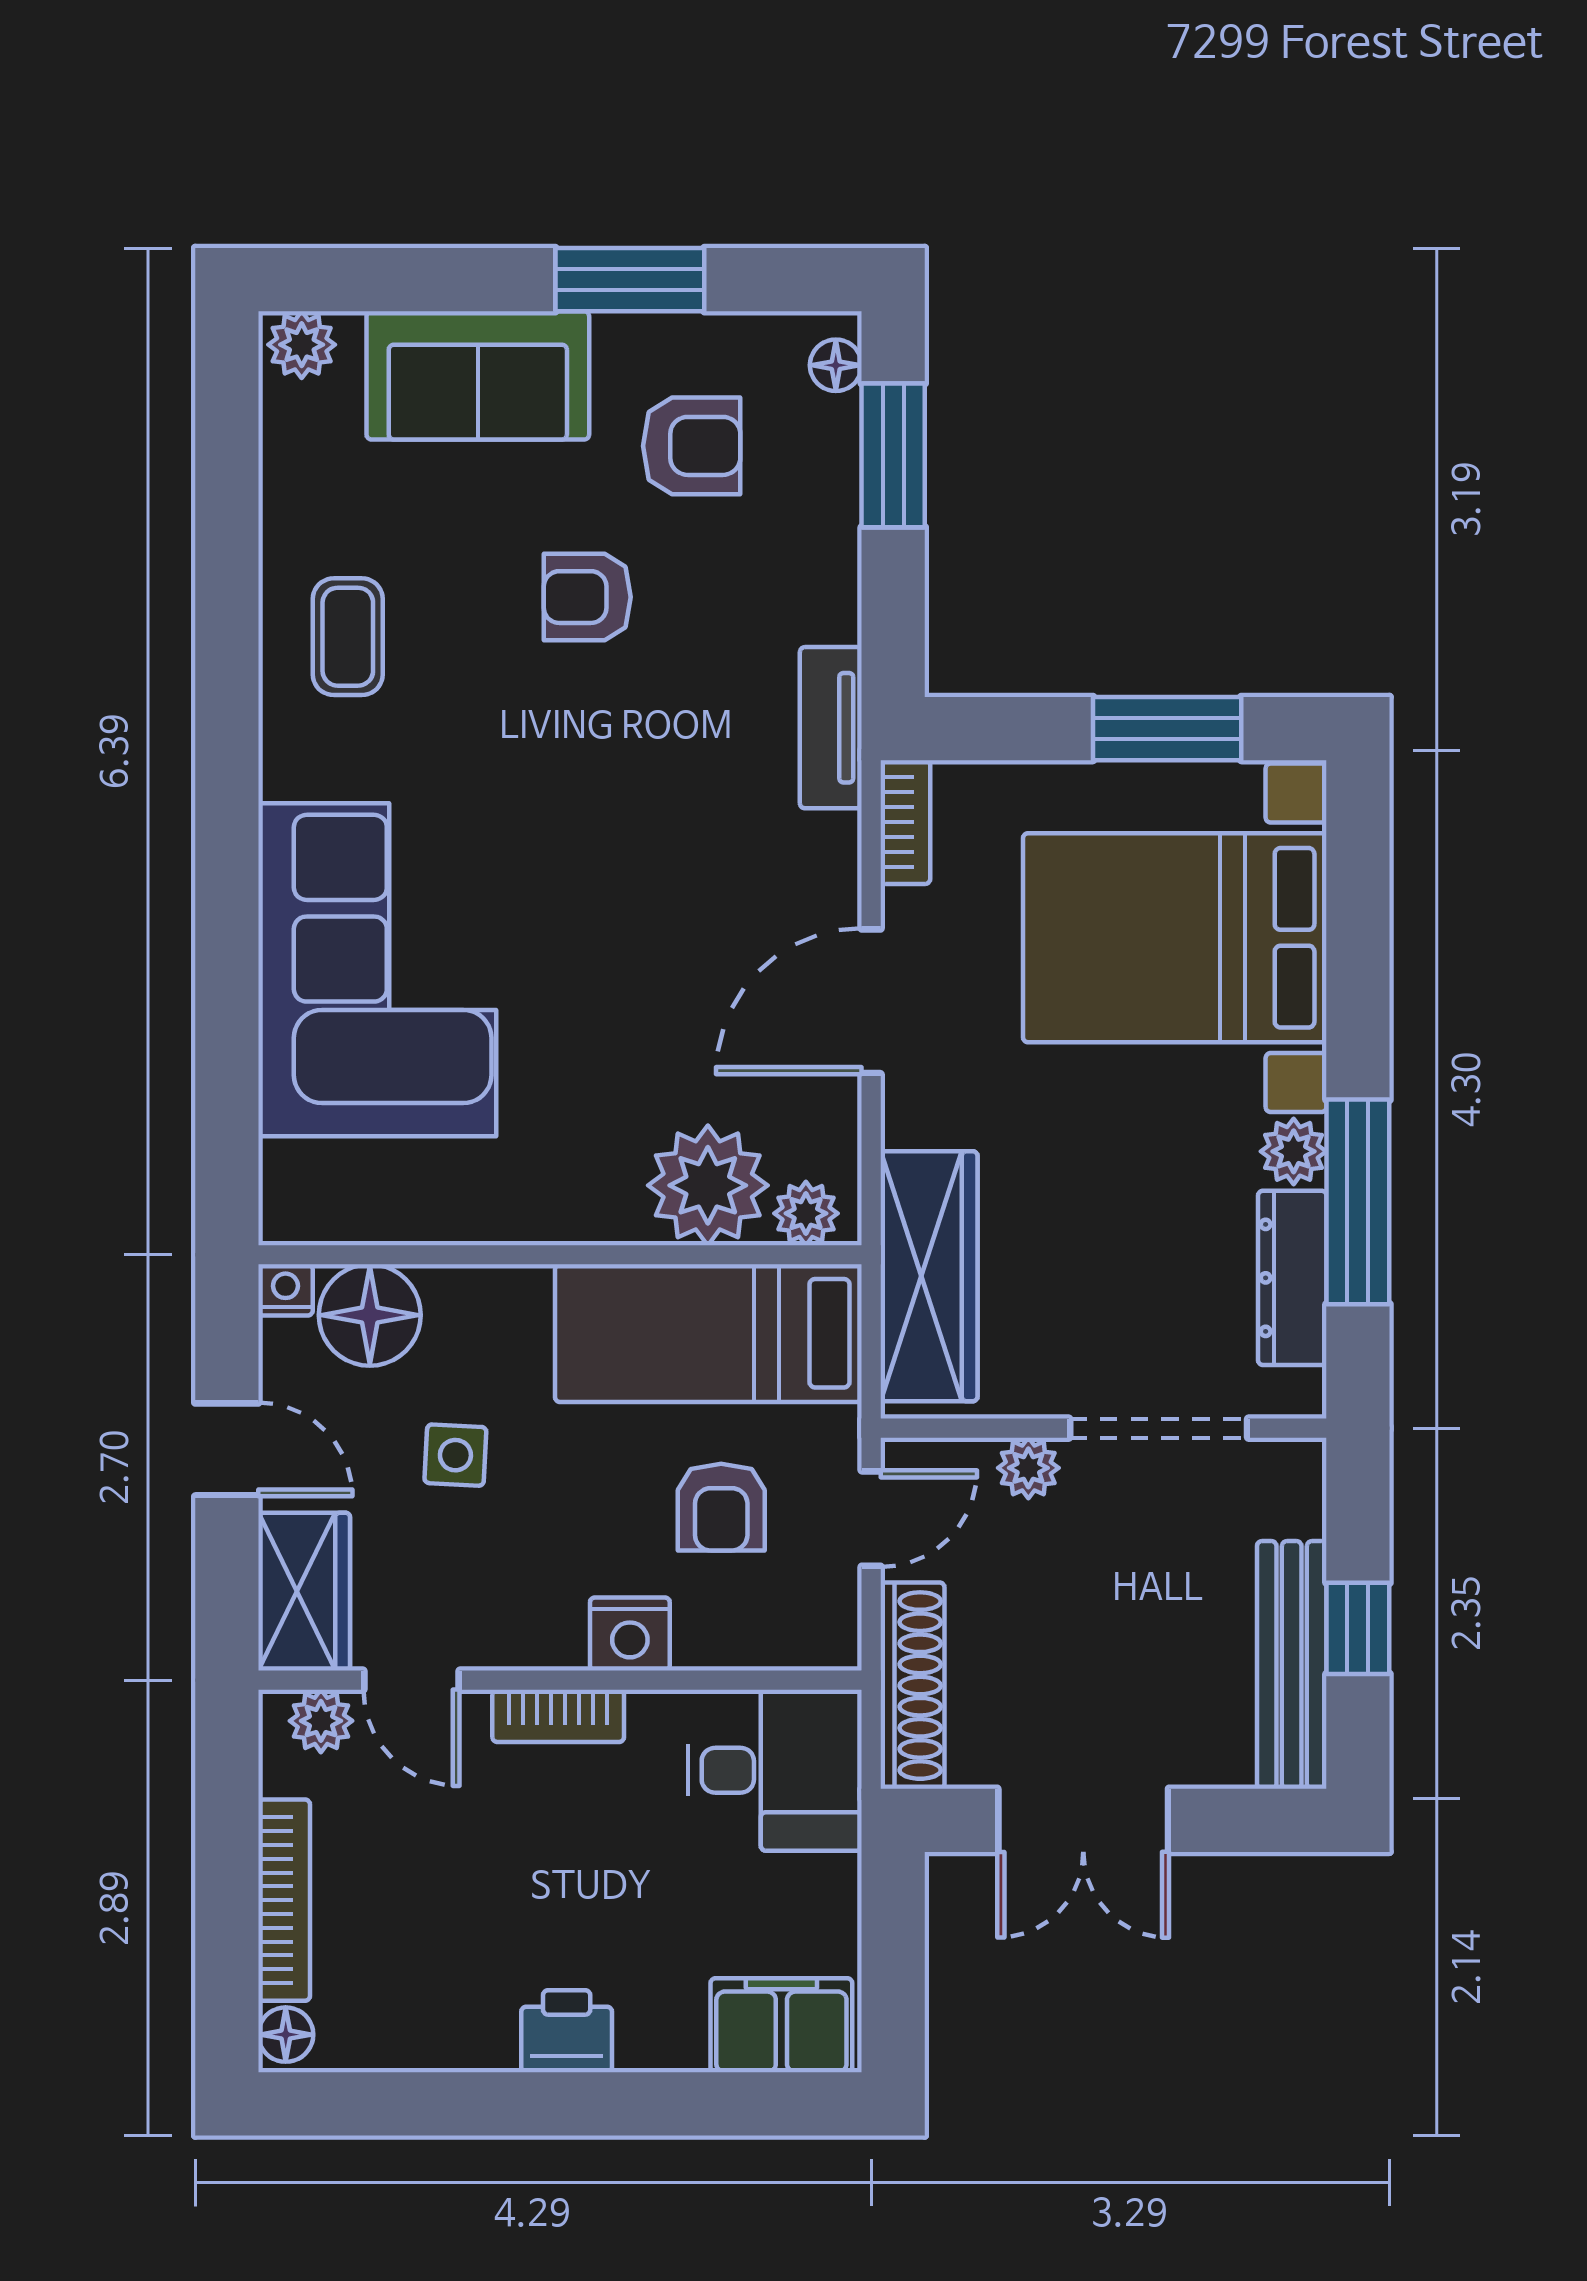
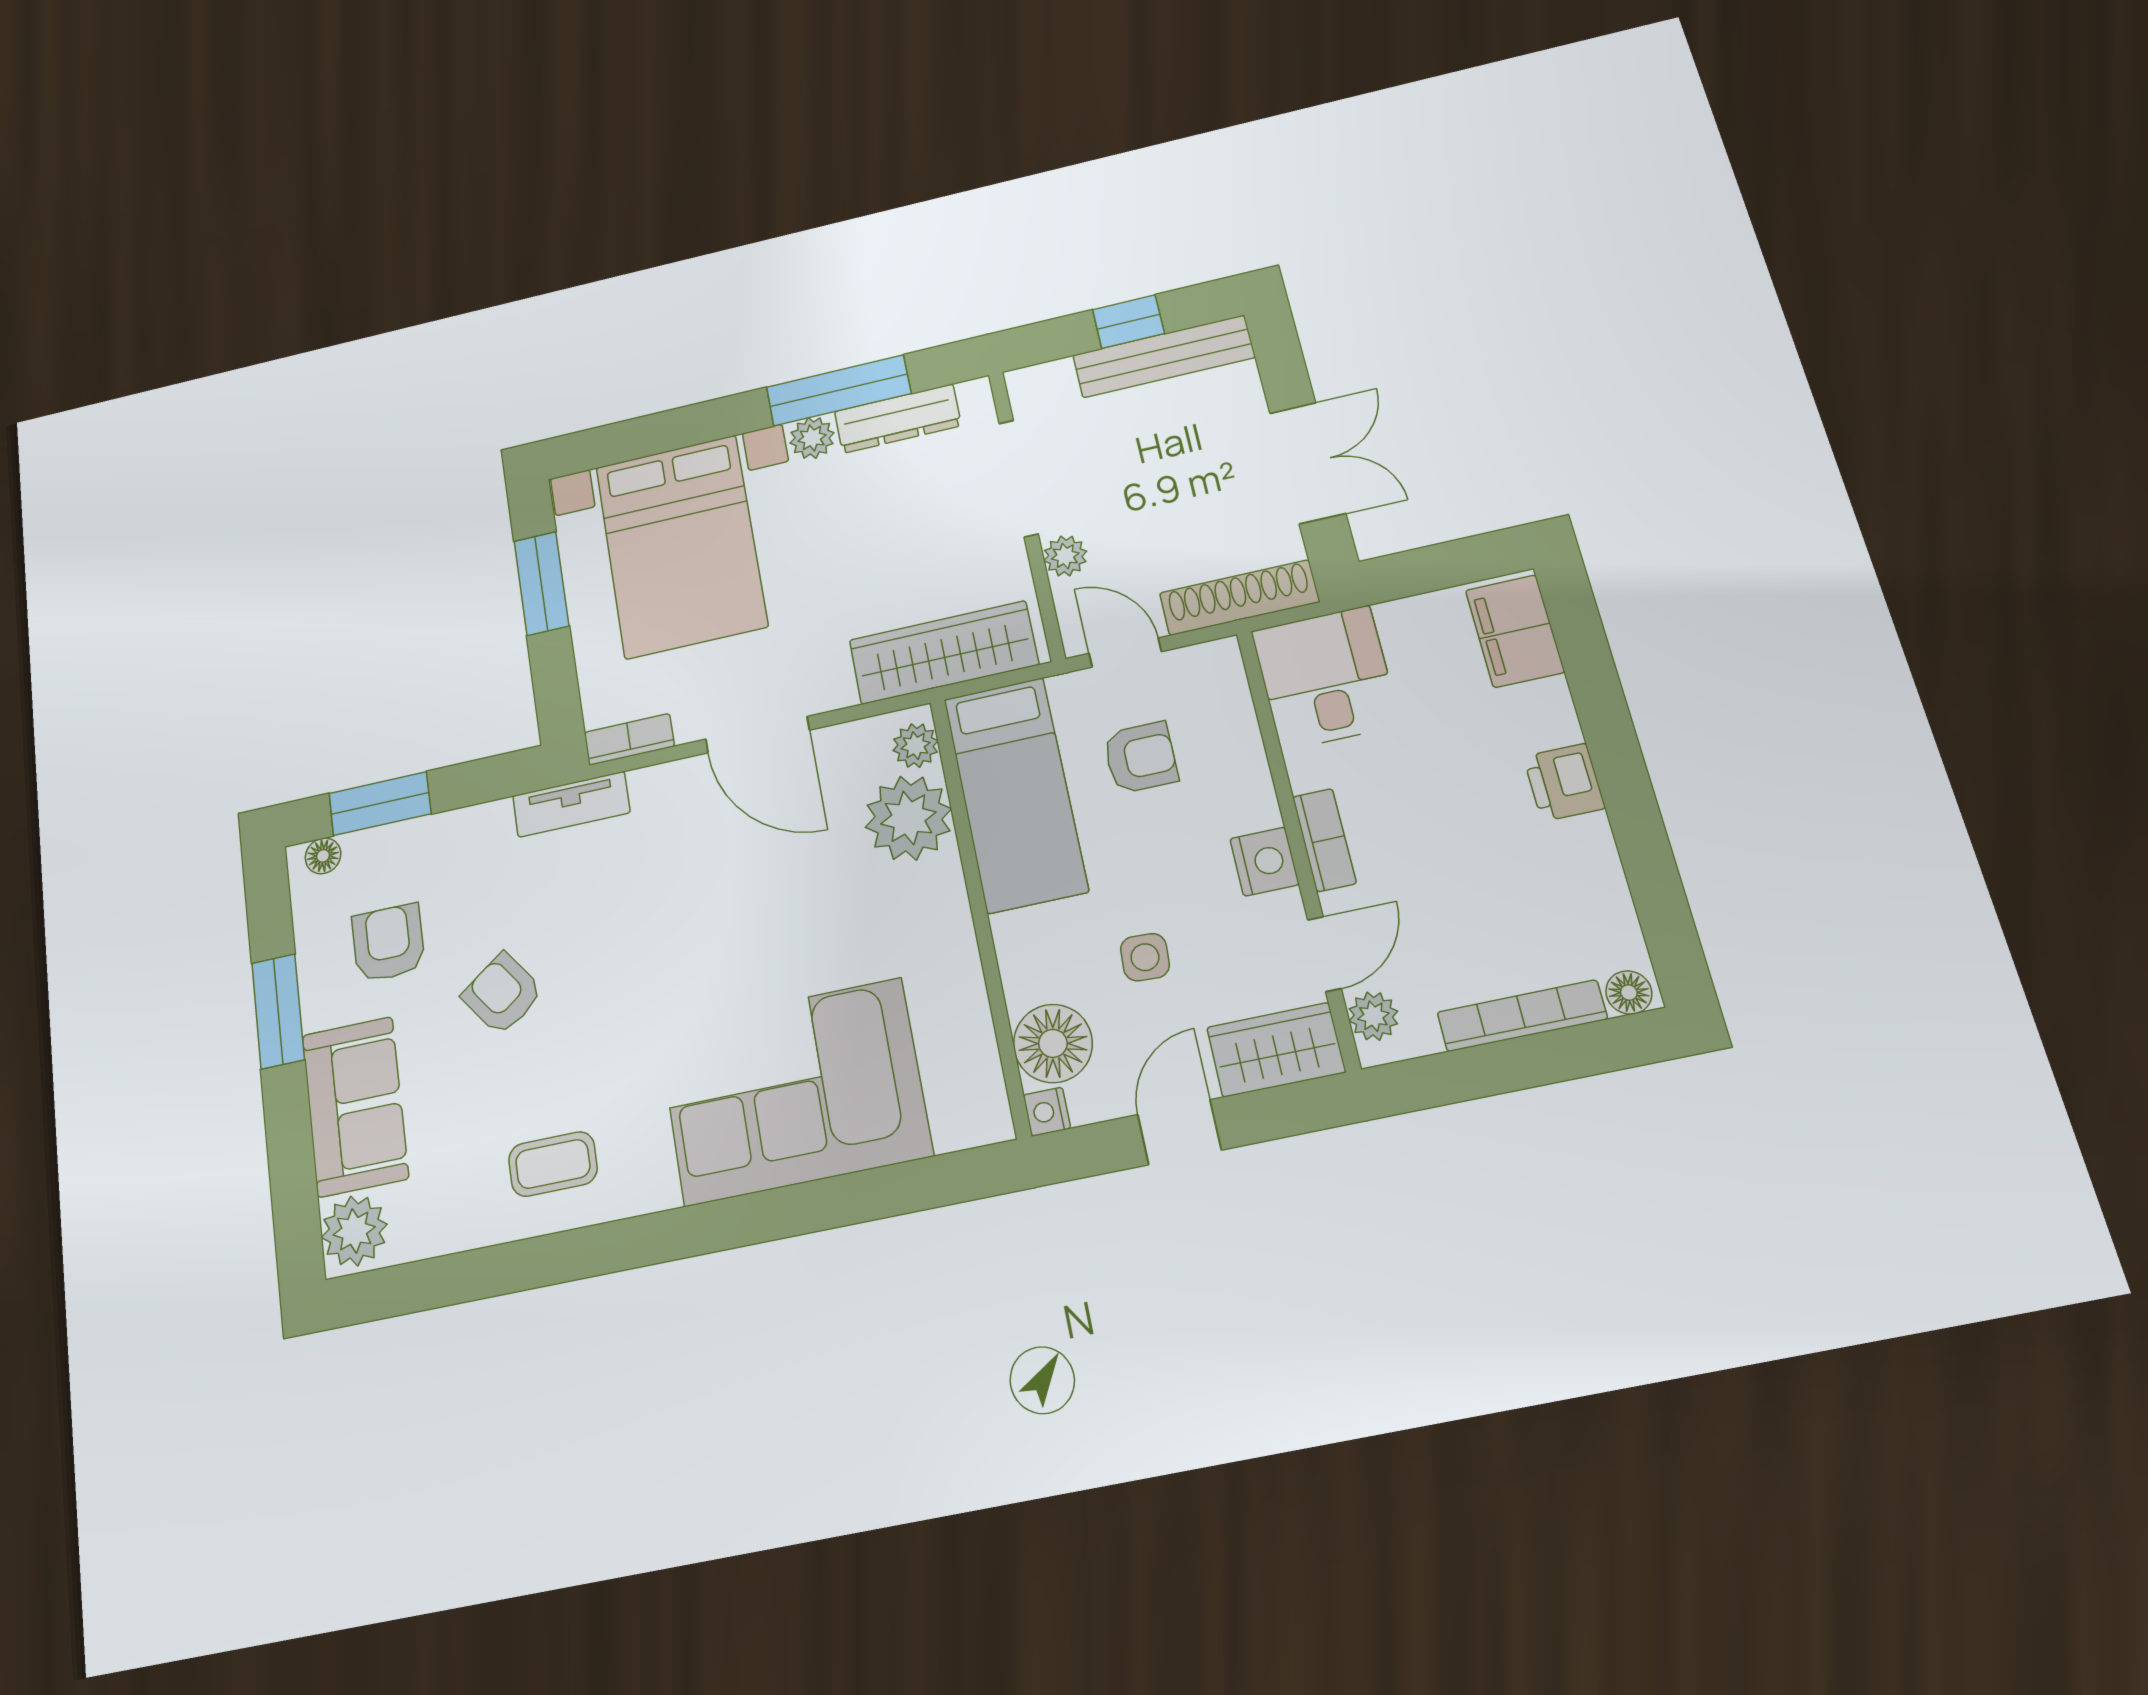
plant: (302, 345) -> (354, 1231), width x1.38, depth x1.38
armchair: (587, 597) -> (502, 994), turned 144
nightstand: (630, 1634) -> (1264, 862), moved

